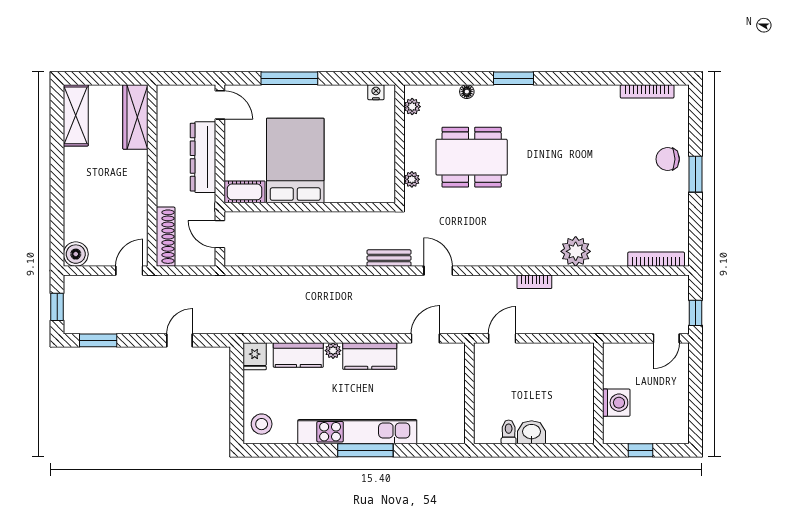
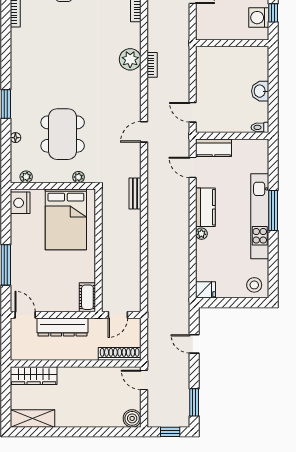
nightstand: (376, 92) -> (20, 203), width x1.89, depth x1.79
door: (220, 105) -> (25, 315), hinge flipped
bed: (295, 160) -> (66, 219), moved, turned -90
door: (438, 271) -> (144, 132), moved
bookcase: (534, 282) -> (152, 65), moved
kitchen counter: (298, 355) -> (214, 148), moved, turned 90
washing machine: (616, 403) -> (259, 18), moved, turned -90
toilet: (509, 432) -> (260, 127), moved

